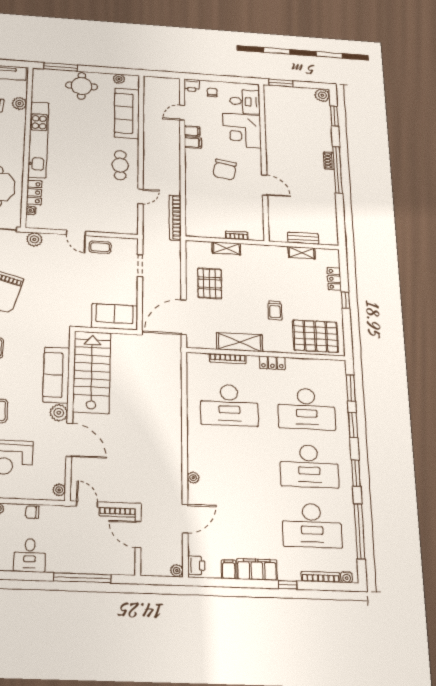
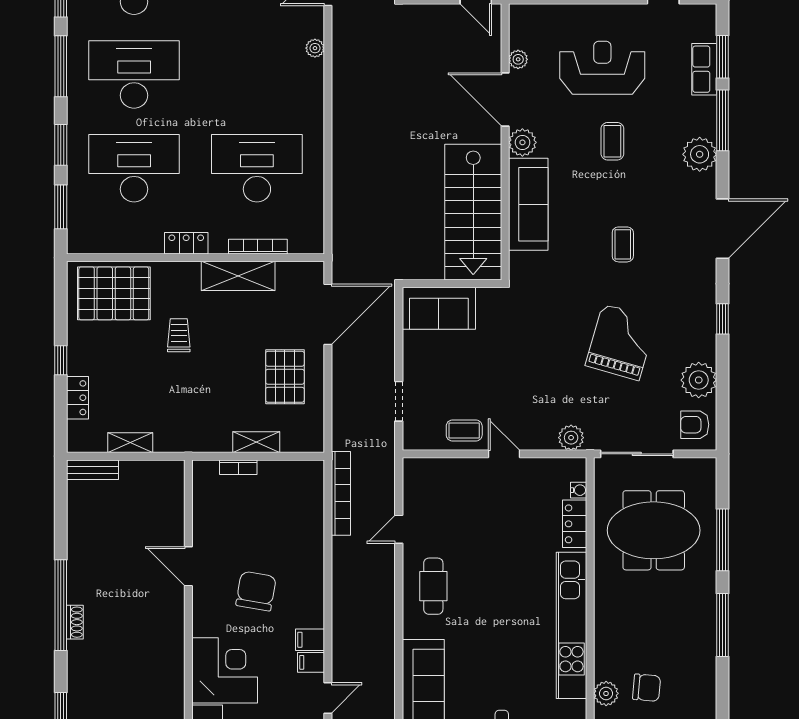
bench: (303, 238) -> (93, 470), moved
window: (356, 473) -> (61, 66), width x1.44
plant: (59, 490) -> (518, 59), moved

